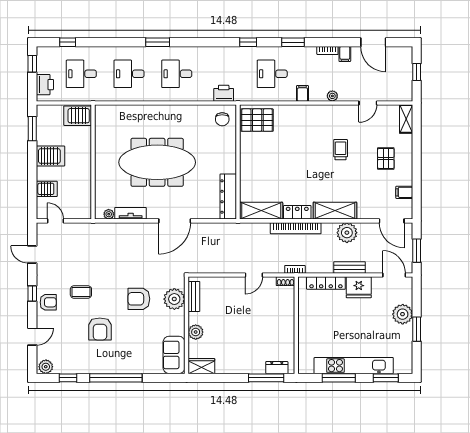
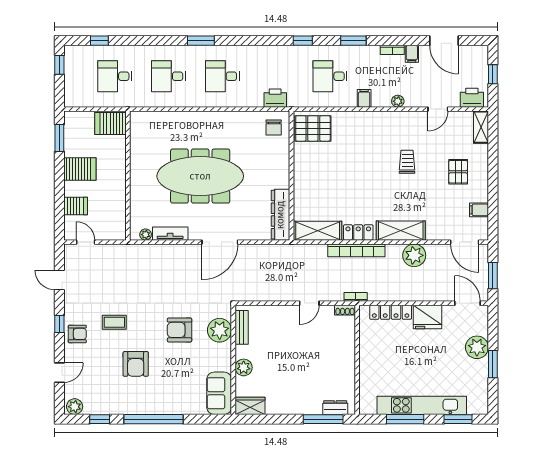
printer: (45, 85) -> (472, 98), moved, turned -90
bench: (350, 267) -> (417, 295), removed

